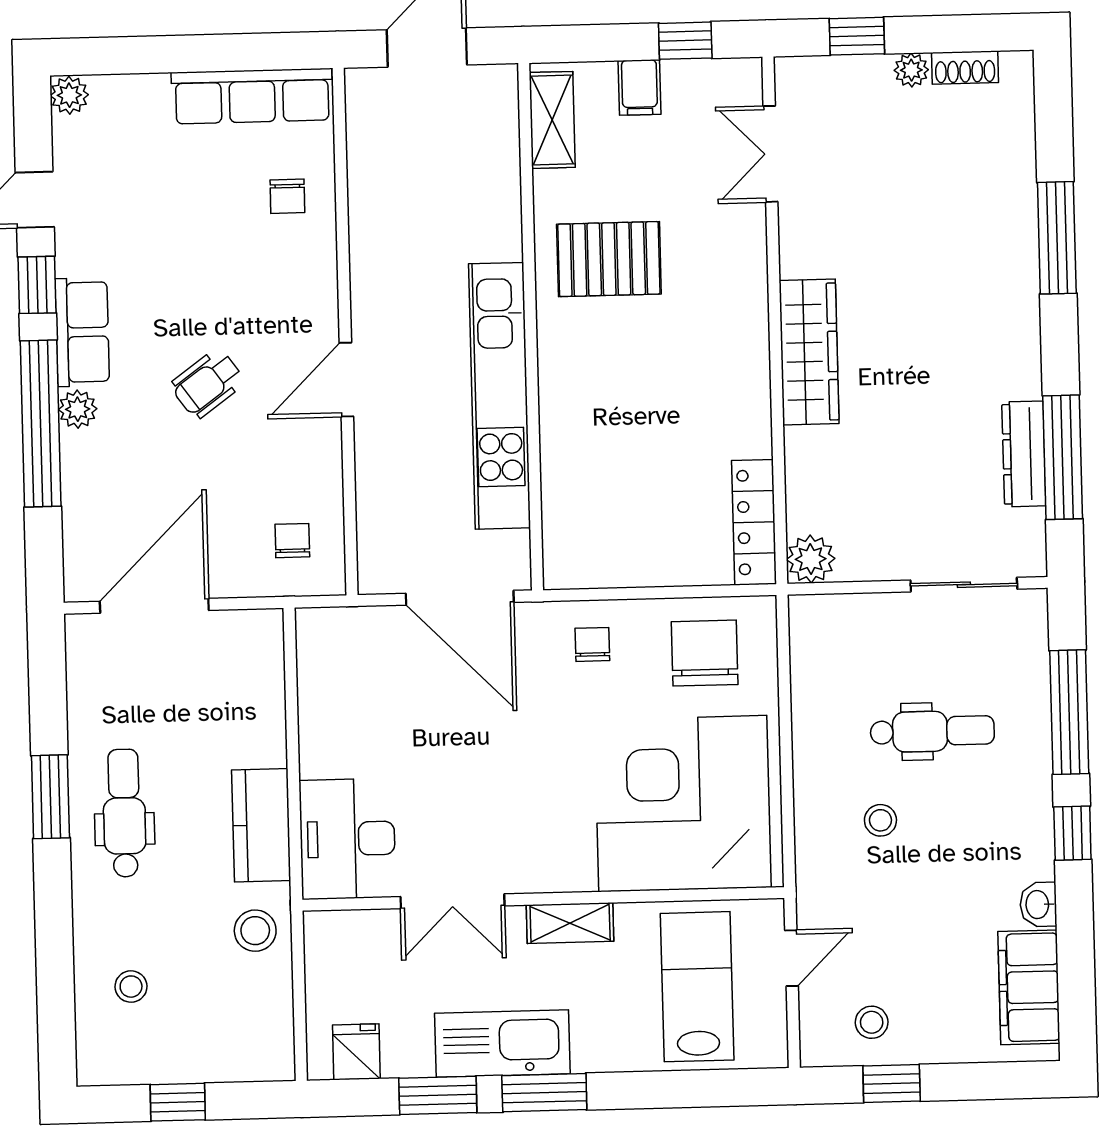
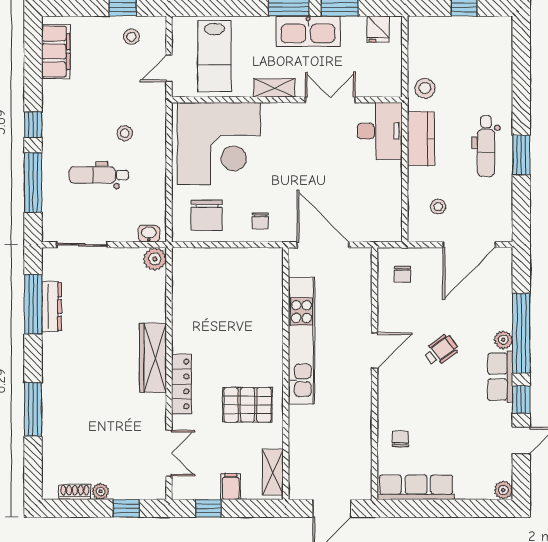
locker: (754, 522) -> (181, 384), moved
washbasin: (1038, 905) -> (149, 234), moved, turned -90
stool: (131, 987) -> (438, 207), moved

